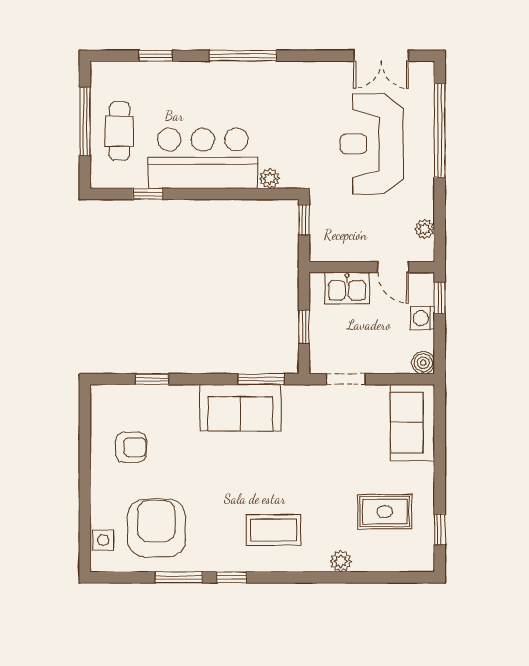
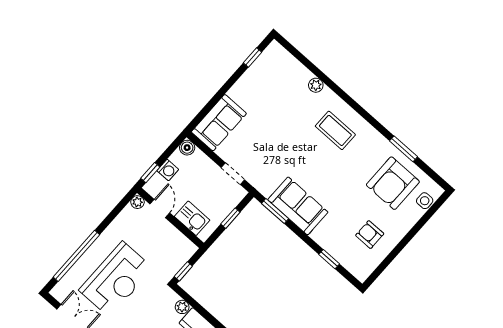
plant: (425, 229) -> (137, 202), moved
rug: (385, 512) -> (272, 91), removed
window: (232, 577) -> (377, 125), removed

